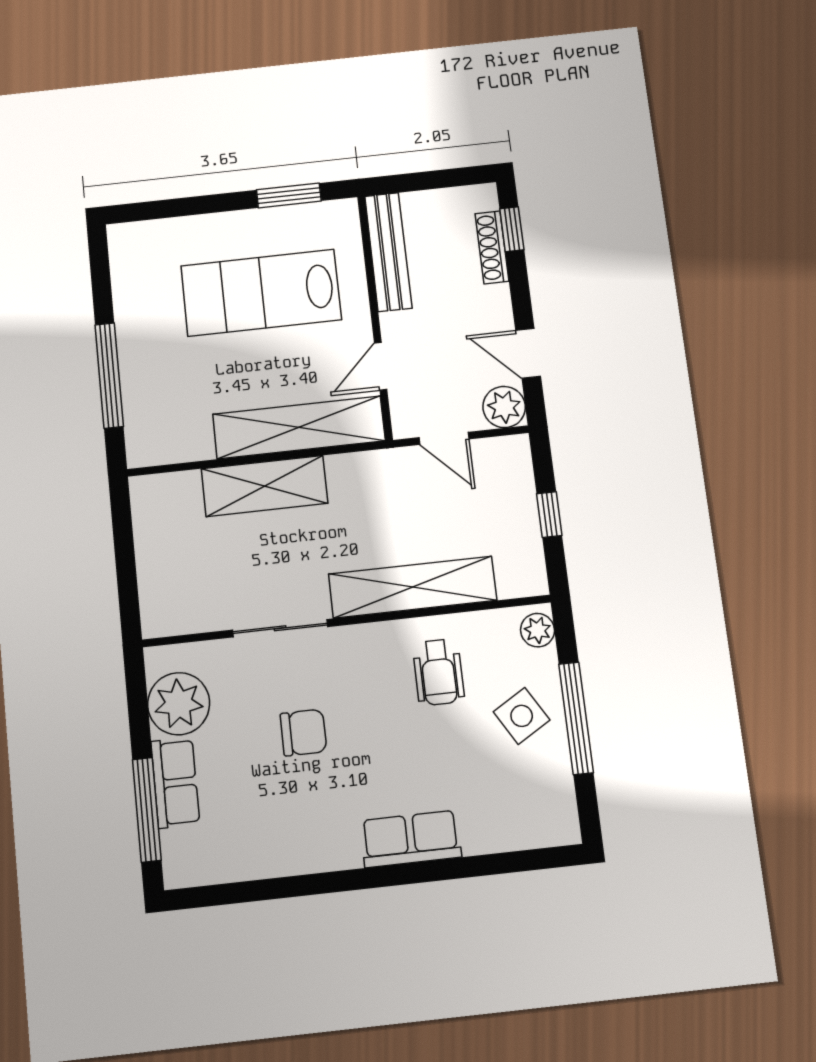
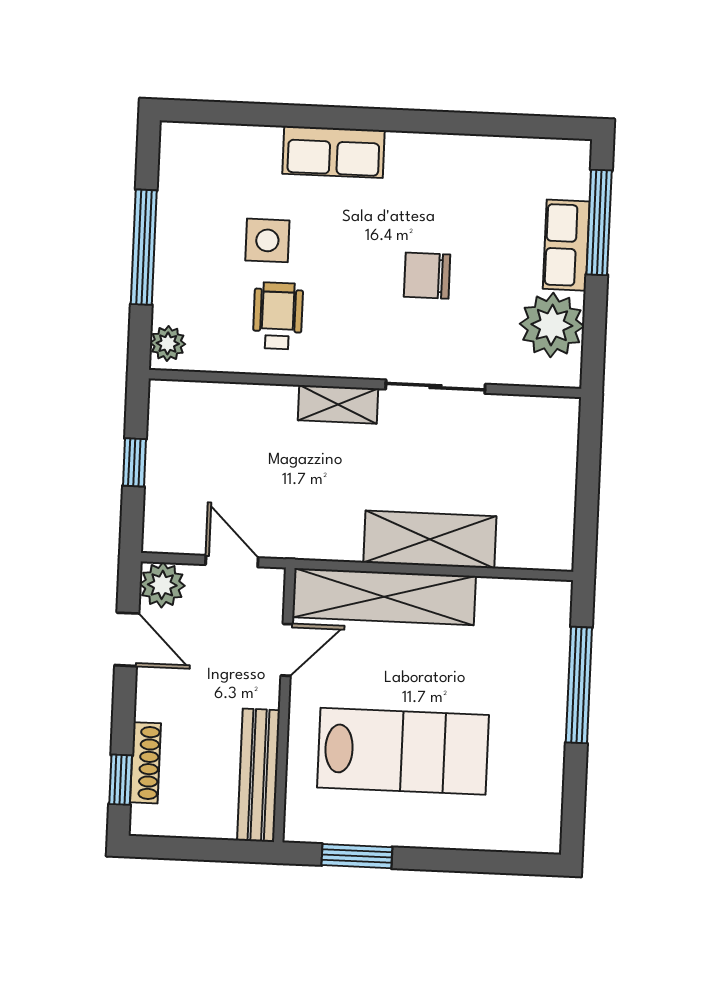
shelving: (413, 587) -> (338, 404), width x0.45, depth x0.75
side table: (522, 716) -> (267, 240), moved, turned 31

